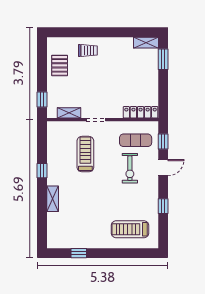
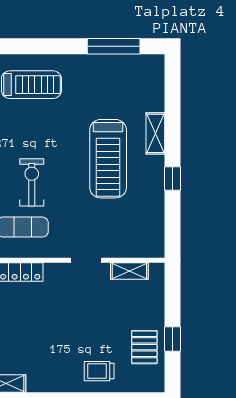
window: (42, 99) -> (173, 339), moved
treadmill: (85, 154) -> (108, 159), moved, width x1.37, depth x1.38
window: (79, 253) -> (114, 46), width x2.17

